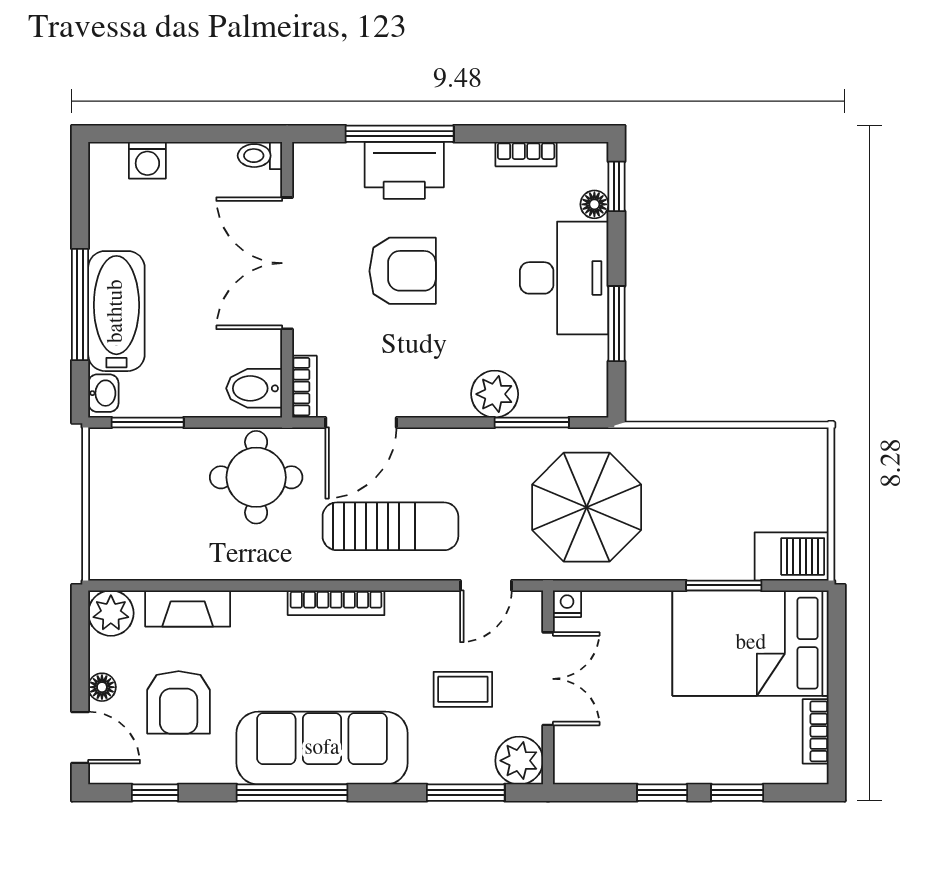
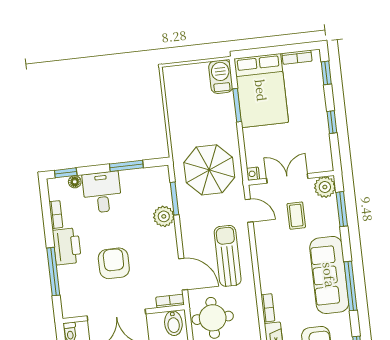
printer: (404, 170) -> (67, 246), moved
desk: (564, 278) -> (102, 192), width x0.73
bookcase: (336, 603) -> (268, 308), moved, width x0.64
window: (737, 793) -> (326, 73), moved

